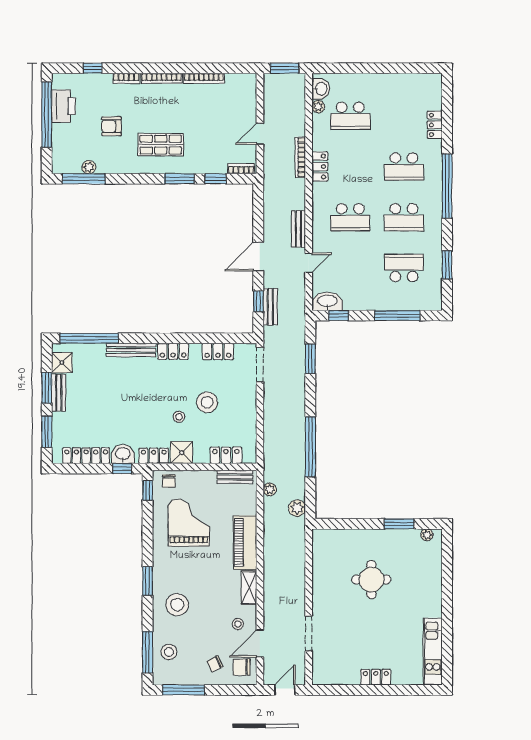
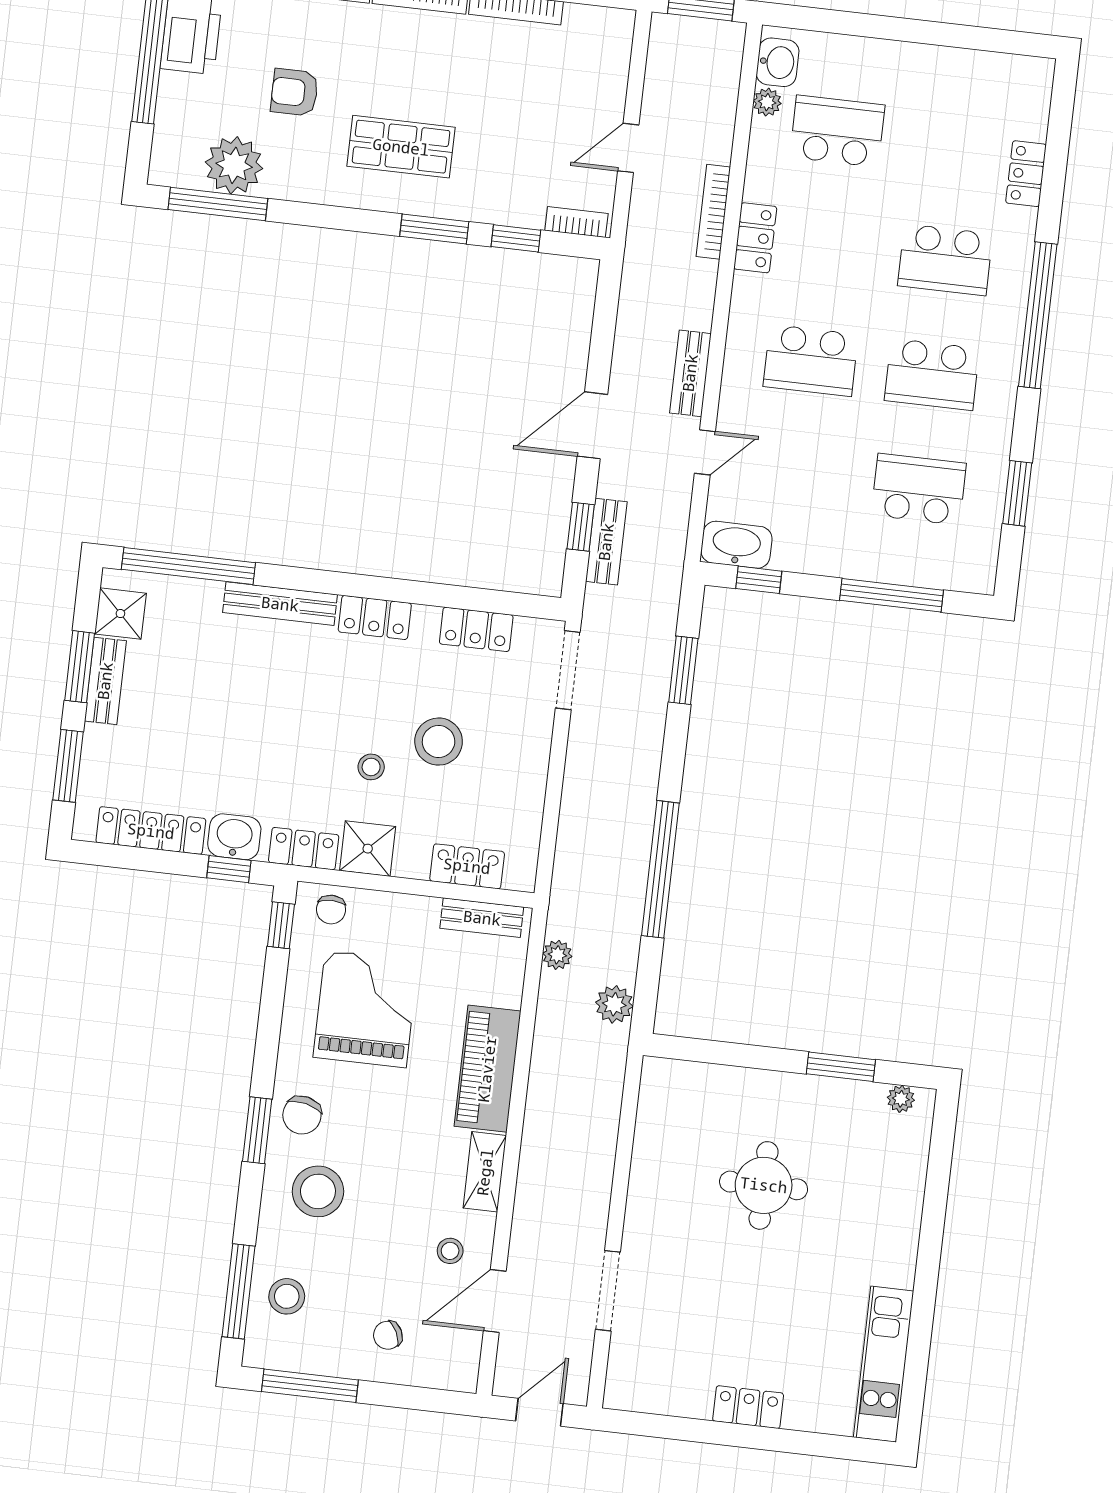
school desk: (350, 116) -> (837, 131), turned 180
plant: (89, 167) -> (234, 165), width x1.87, depth x1.87
chair: (242, 667) -> (302, 1115), moved, turned -77

